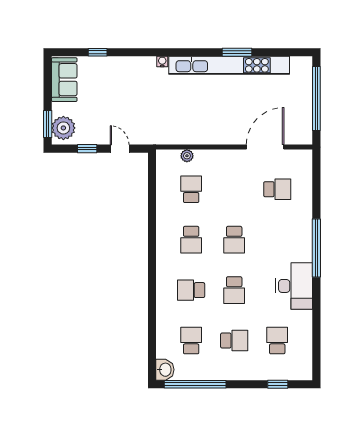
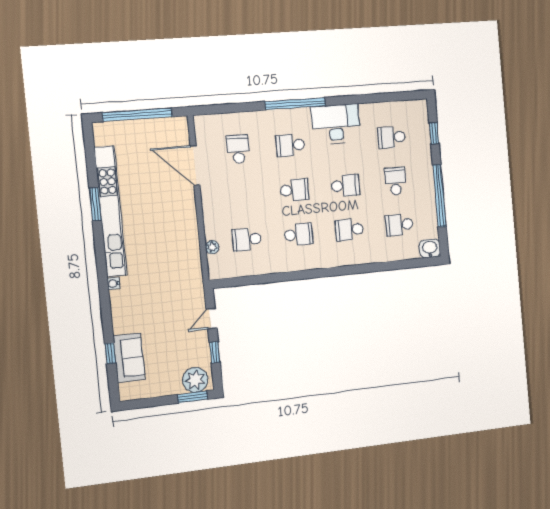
sofa: (64, 80) -> (129, 358), moved, turned 90
school desk: (277, 240) -> (290, 145), added
school desk: (191, 290) -> (349, 230), turned 90
window: (195, 384) -> (439, 196), moved

